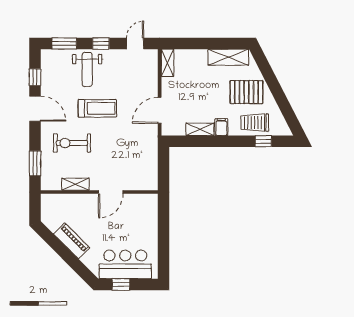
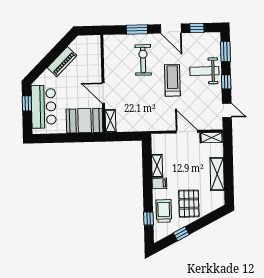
shelving: (228, 57) -> (217, 174), moved
window: (283, 102) -> (181, 234), added
treadmill: (97, 108) -> (172, 80), turned 180
door: (35, 109) -> (171, 29), hinge flipped
door: (160, 110) -> (187, 132), moved
window: (35, 163) -> (137, 29), moved
shelving: (75, 184) -> (110, 121), moved
booth: (143, 215) -> (85, 121), added

